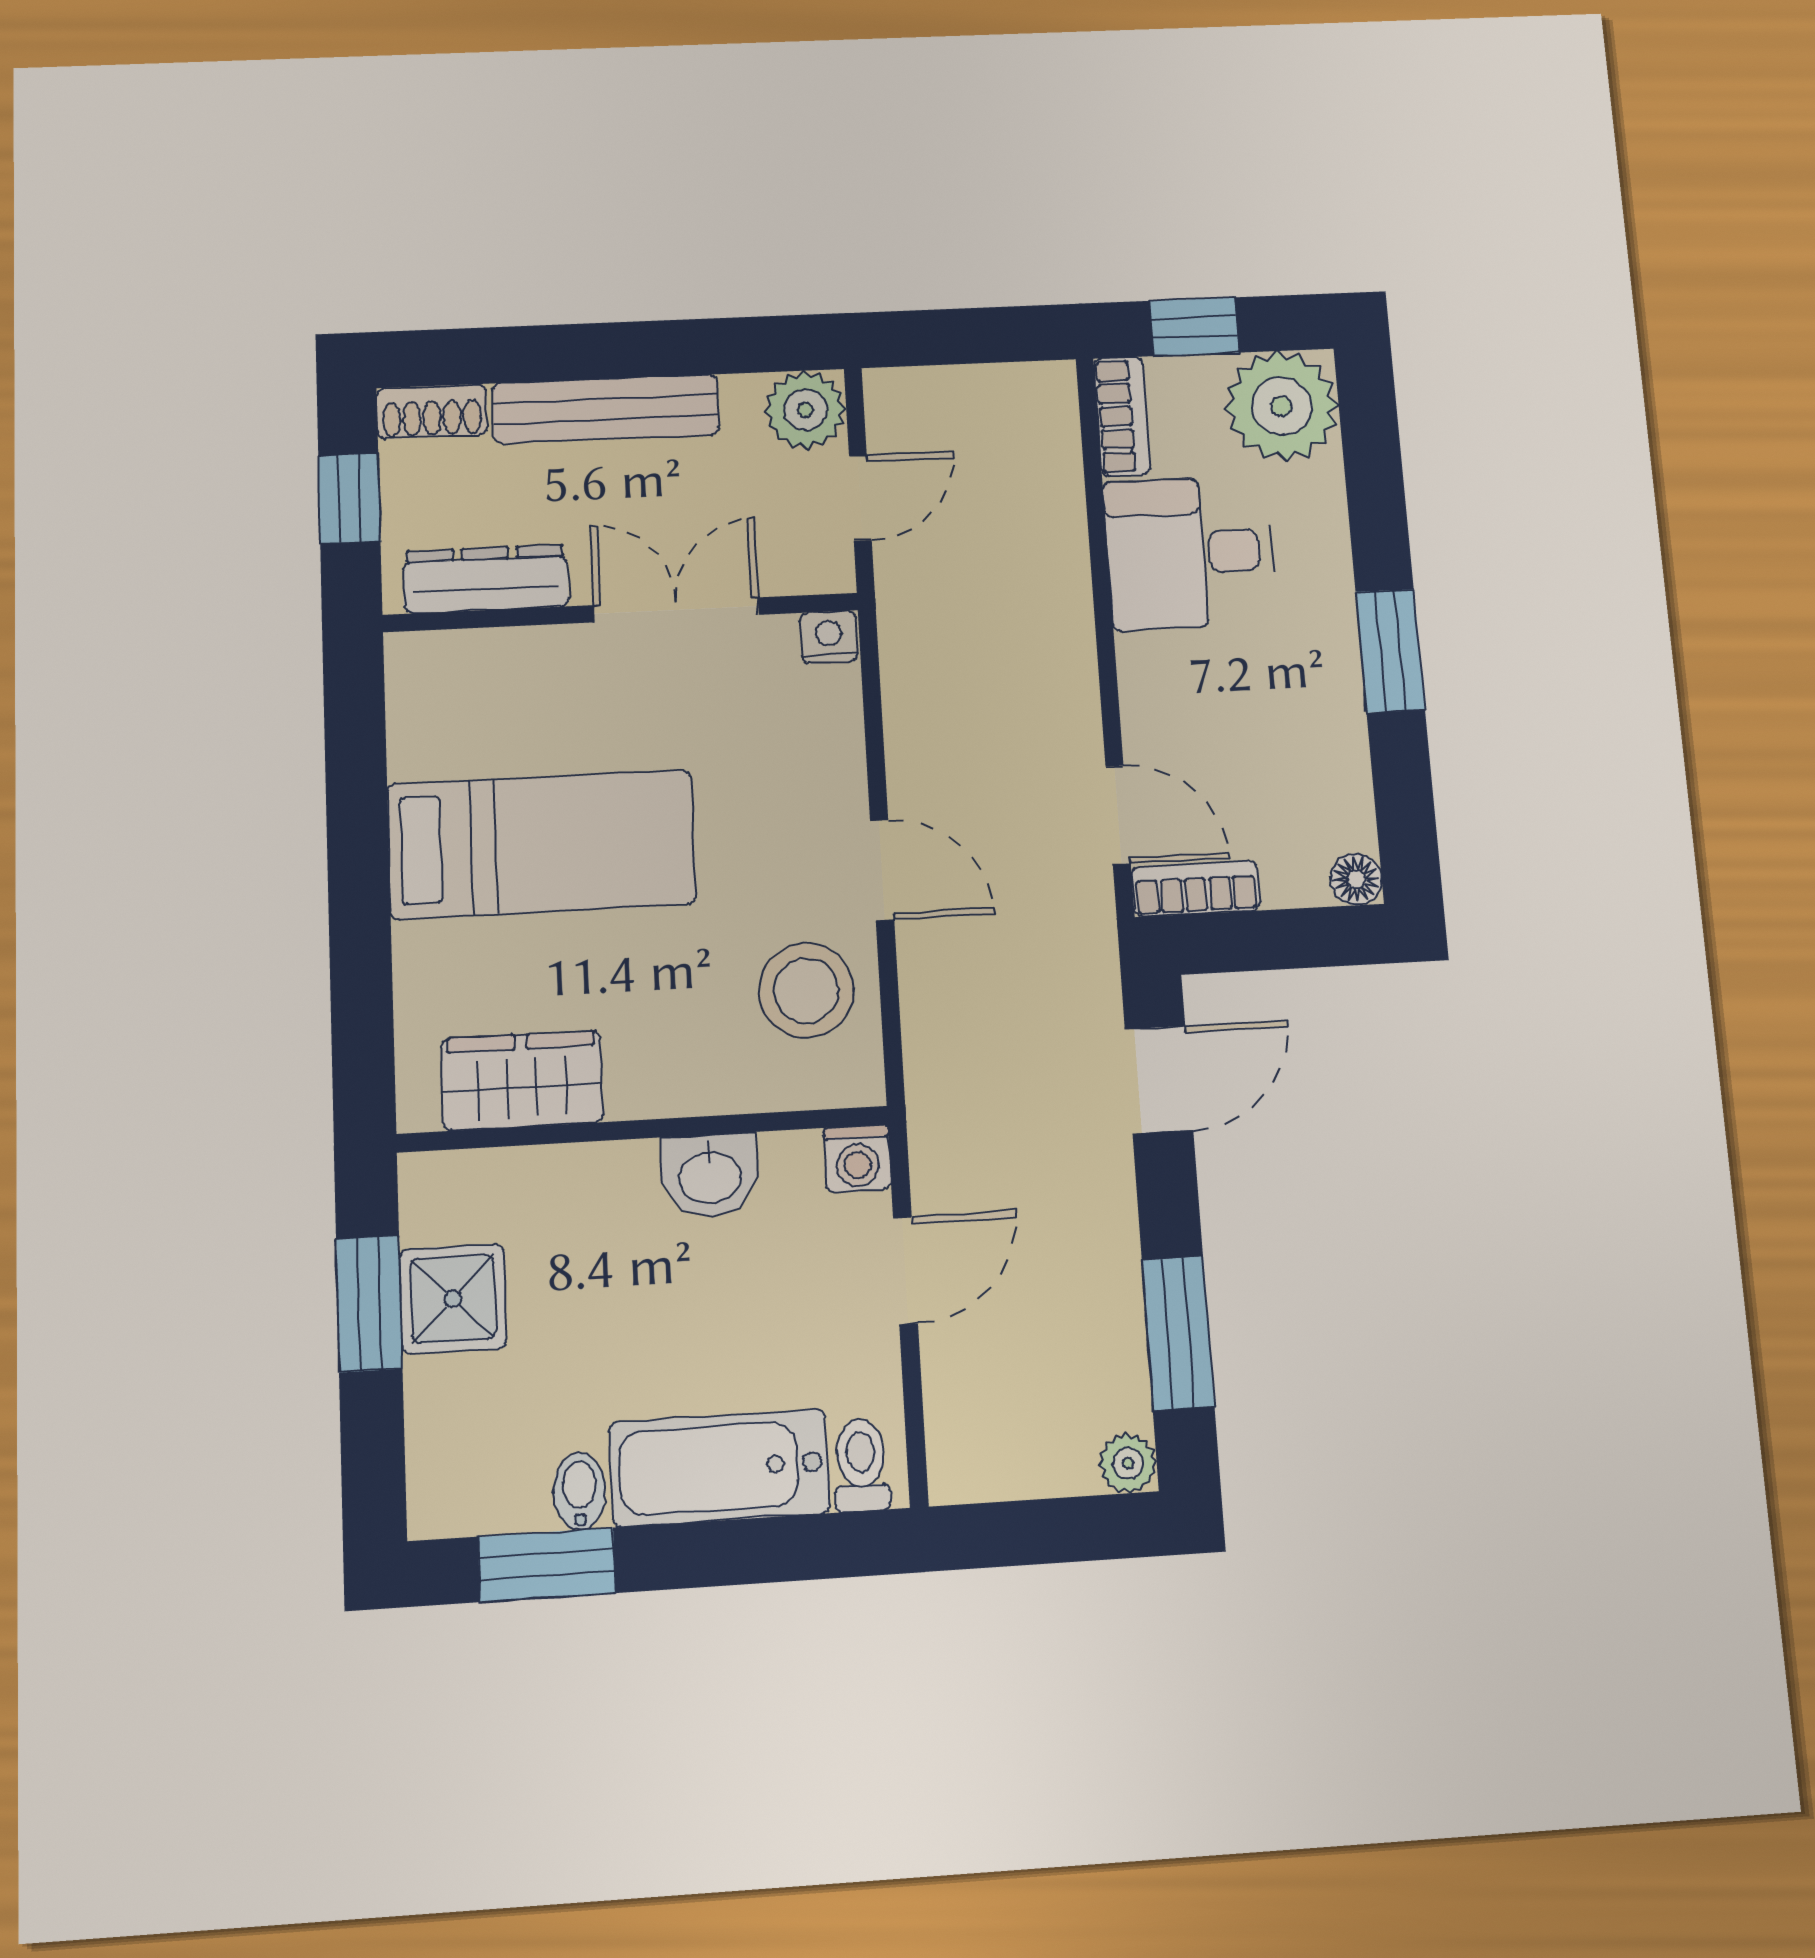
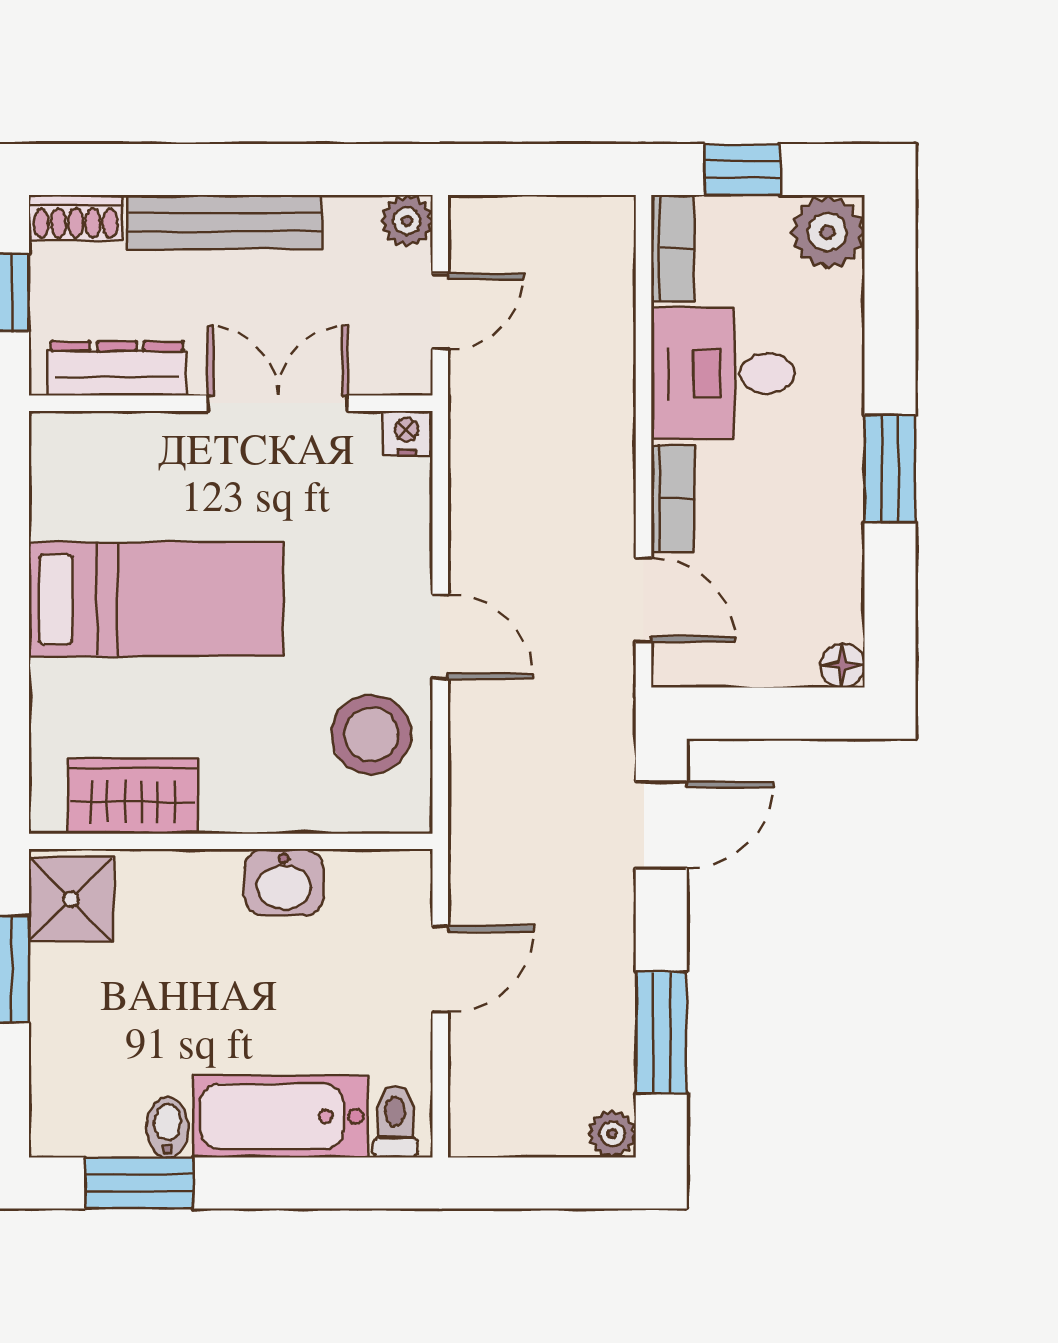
plant: (1282, 406) -> (827, 232), width x0.73, depth x0.73
plant: (805, 410) -> (407, 221), width x0.73, depth x0.73
bookcase: (1196, 889) -> (673, 499), moved, turned 90
washing machine: (857, 1159) -> (406, 876), removed
shower: (453, 1299) -> (71, 899), moved

